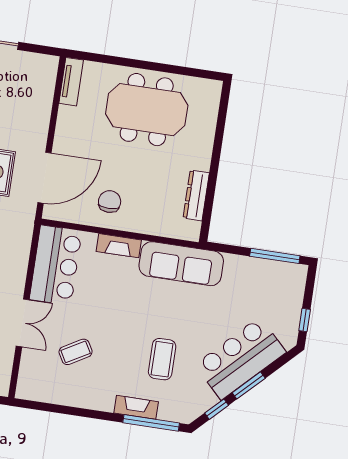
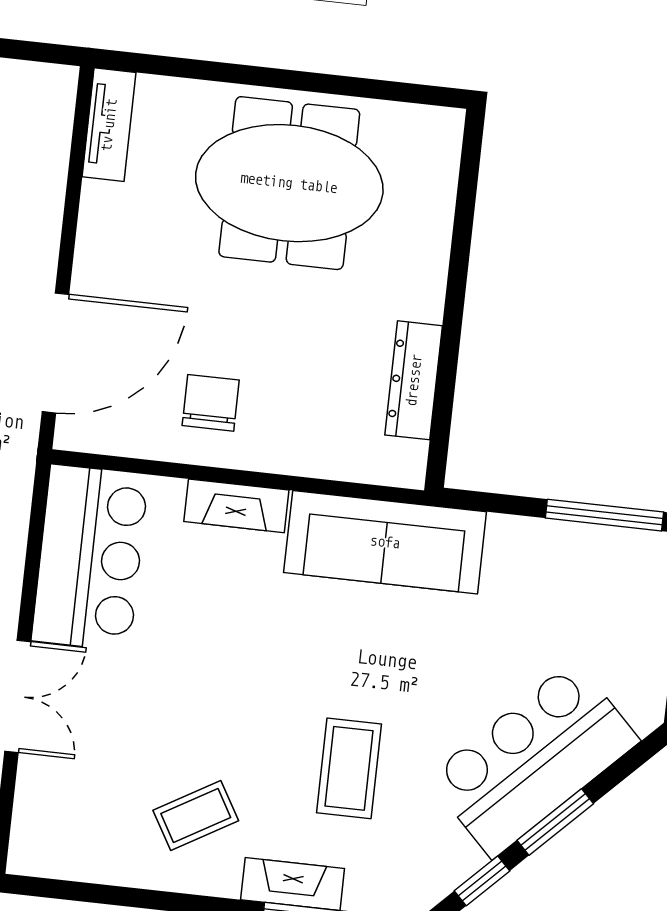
coffee table: (76, 352) -> (196, 816), moved

